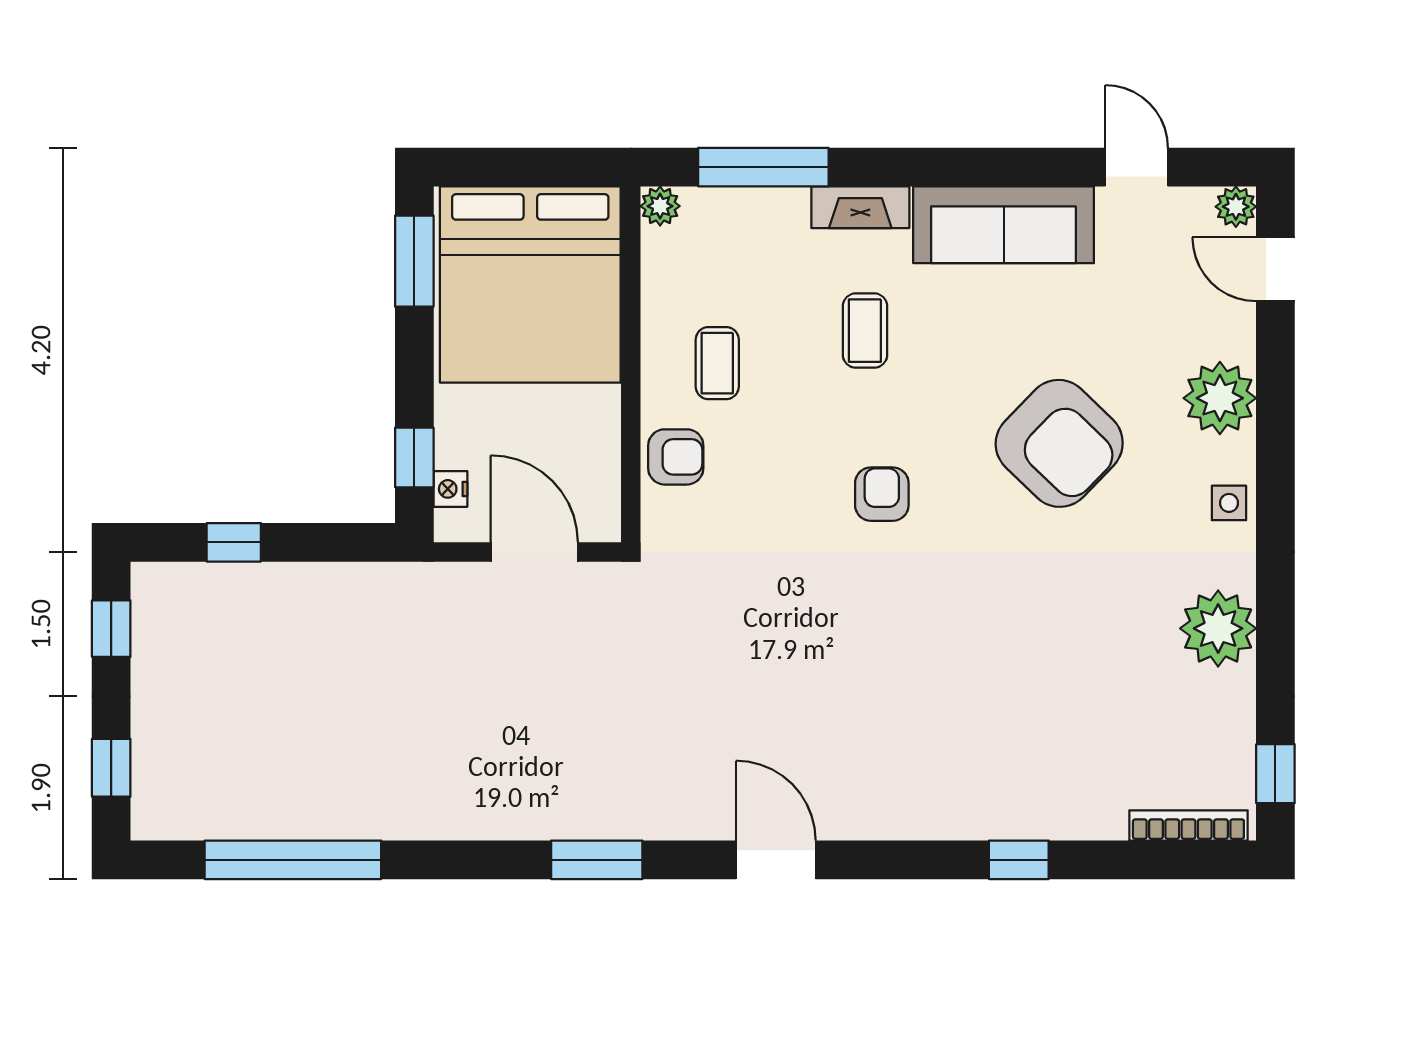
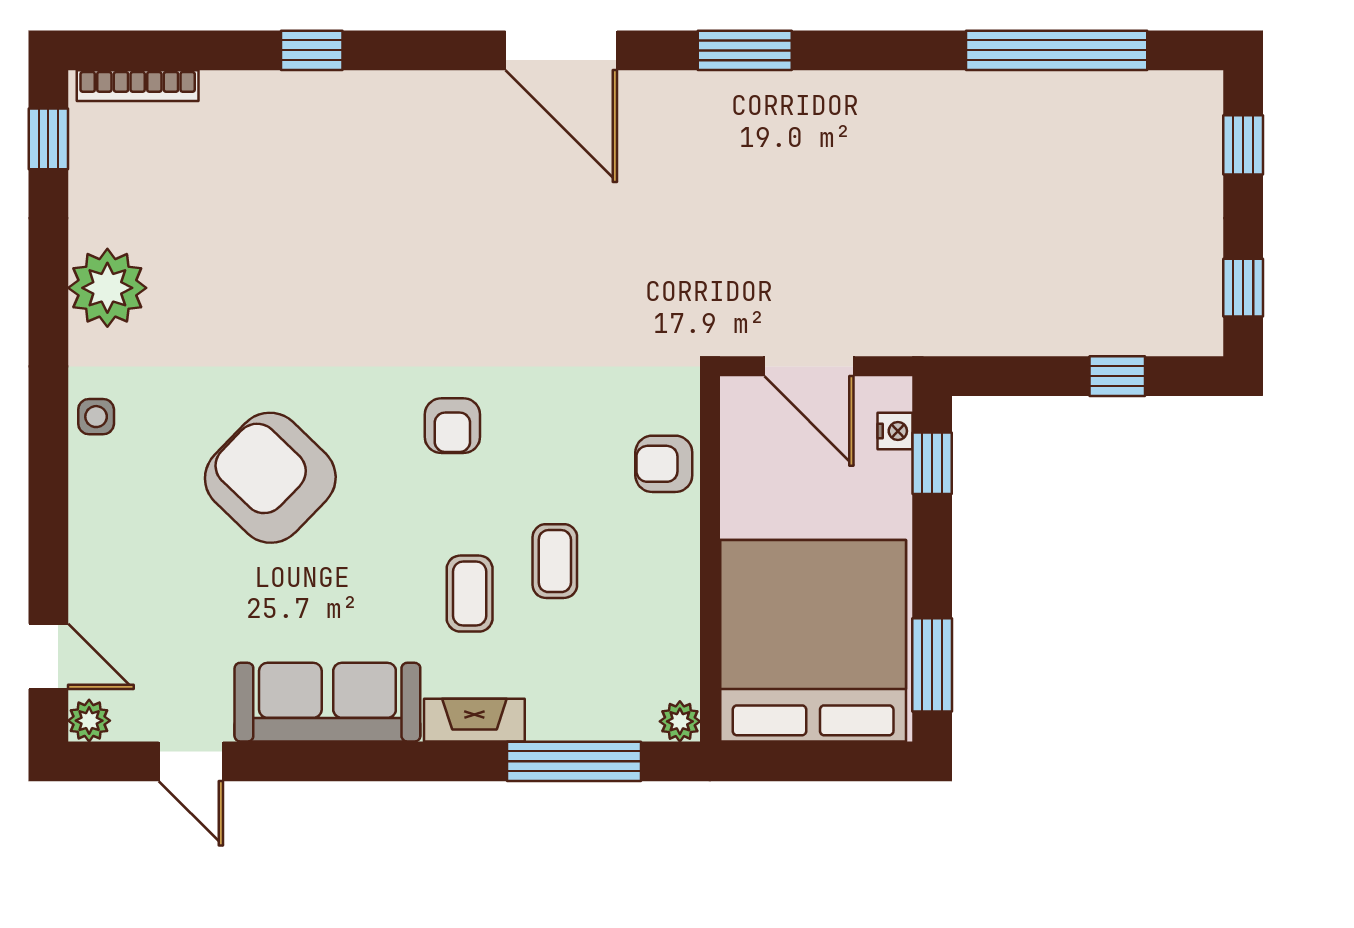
coffee table: (717, 363) -> (555, 561), moved
plant: (1220, 398) -> (105, 524), removed
door: (776, 860) -> (561, 50), width x1.36

